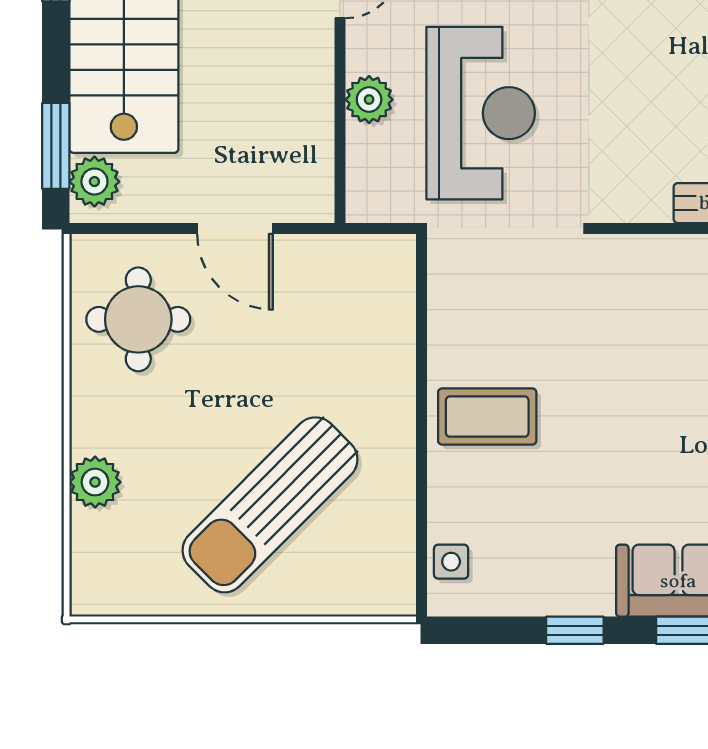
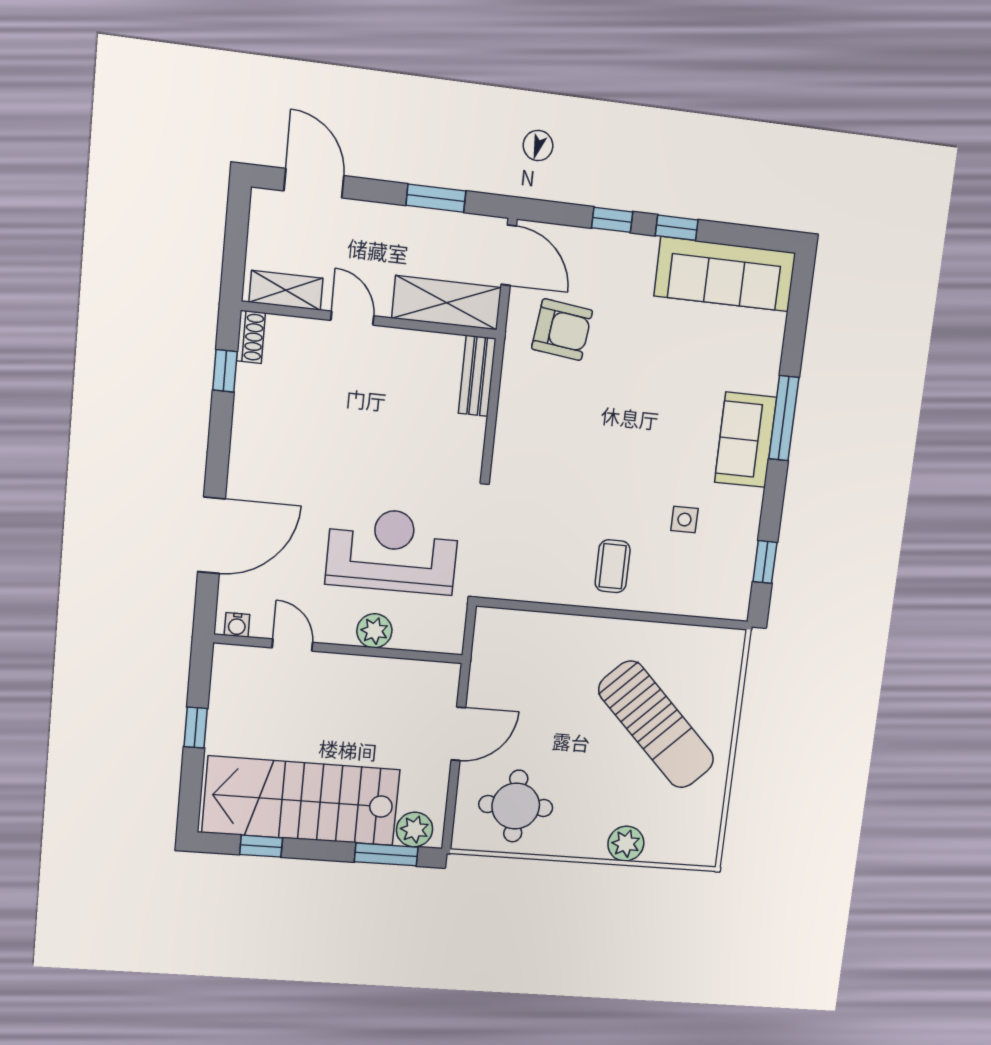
coffee table: (487, 417) -> (613, 566), width x0.73, depth x0.77
side table: (451, 562) -> (684, 520), moved
window: (575, 630) -> (765, 562), moved

